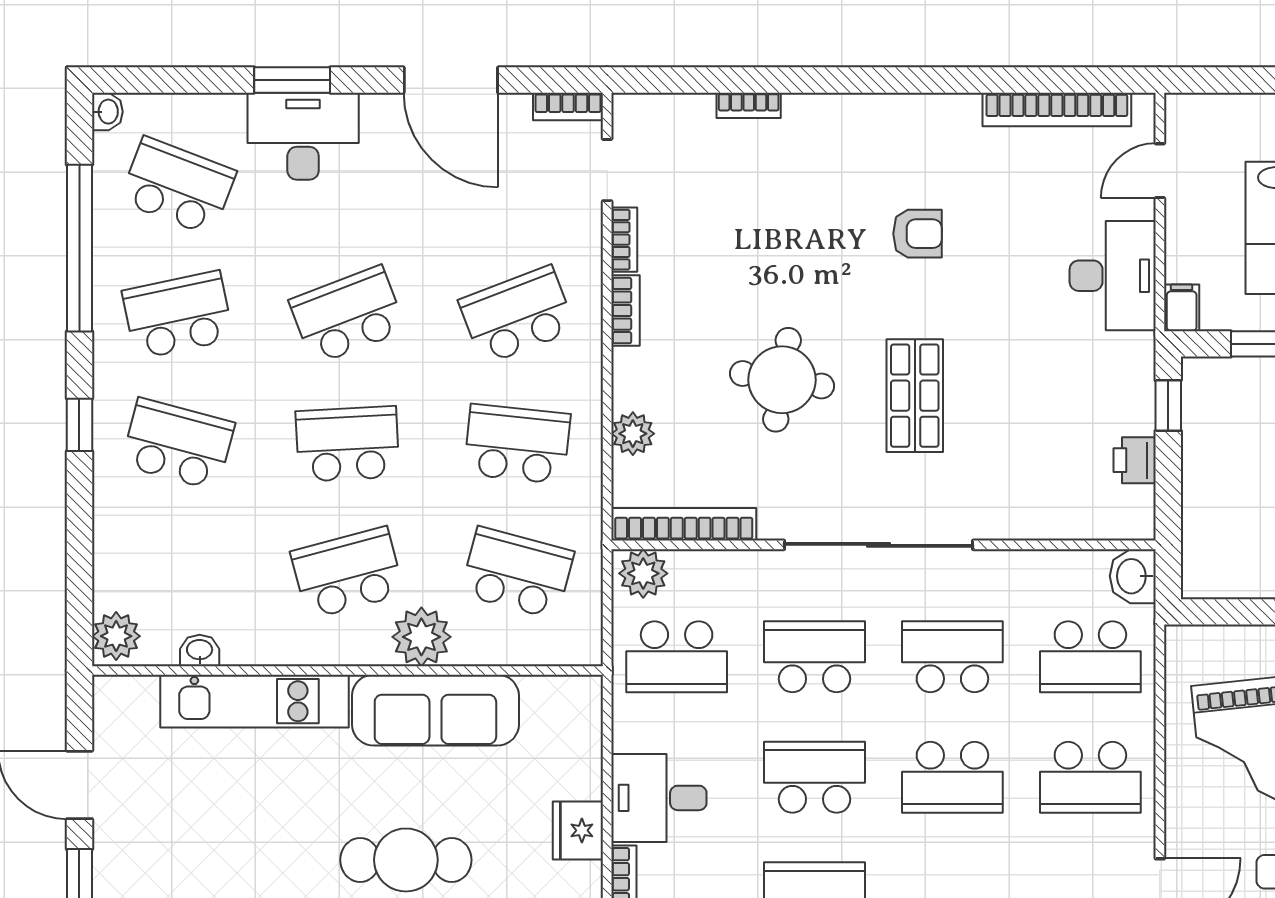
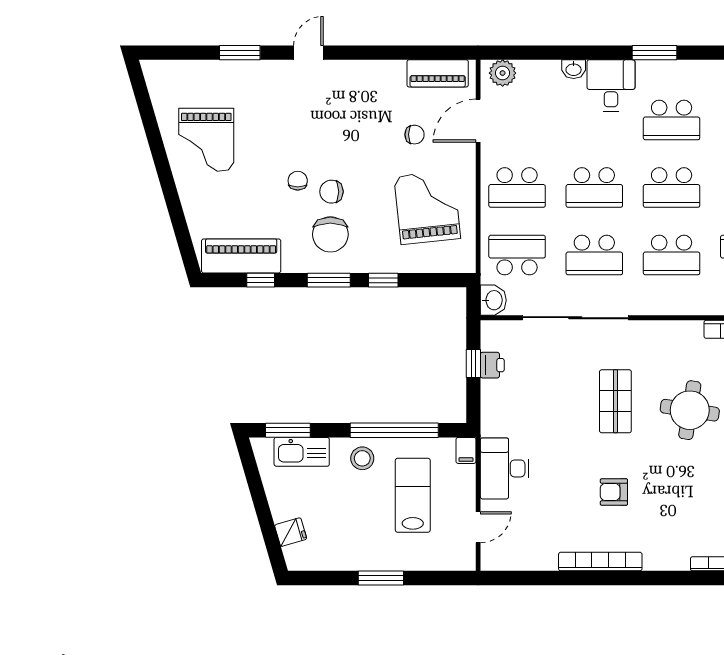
bookcase: (1057, 109) -> (600, 562), moved
window: (1168, 406) -> (473, 364), moved
sliding door: (879, 545) -> (575, 318), moved
school desk: (952, 777) -> (594, 188), turned 180
school desk: (1090, 777) -> (517, 188), turned 180

